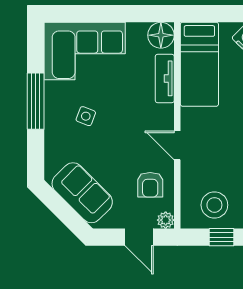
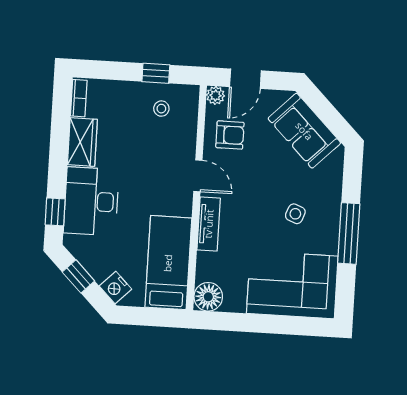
tv unit: (165, 78) -> (209, 224), moved
armchair: (150, 185) -> (230, 135), turned 90
stool: (214, 205) -> (161, 109), width x0.53, depth x0.53
door: (139, 237) -> (245, 79), swing flipped

